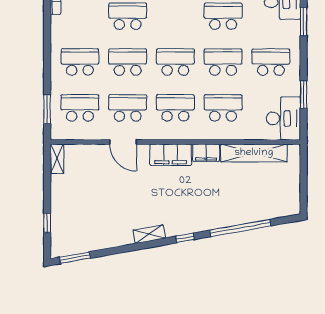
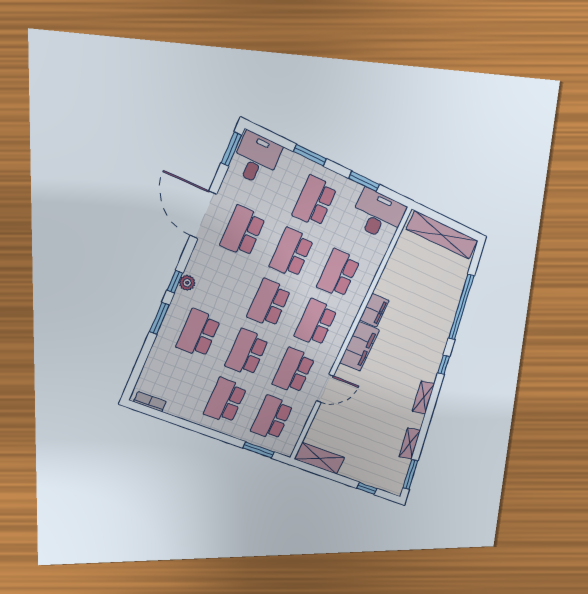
window: (304, 22) -> (310, 155), moved
shelving: (254, 153) -> (442, 235), moved, turned 90
shelving: (57, 159) -> (319, 458), width x1.50, depth x1.33
shelving: (103, 243) -> (410, 444), added

